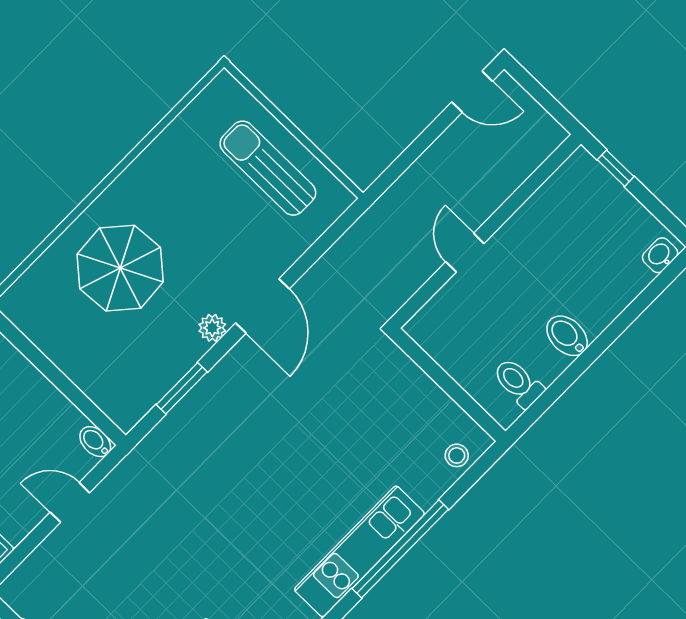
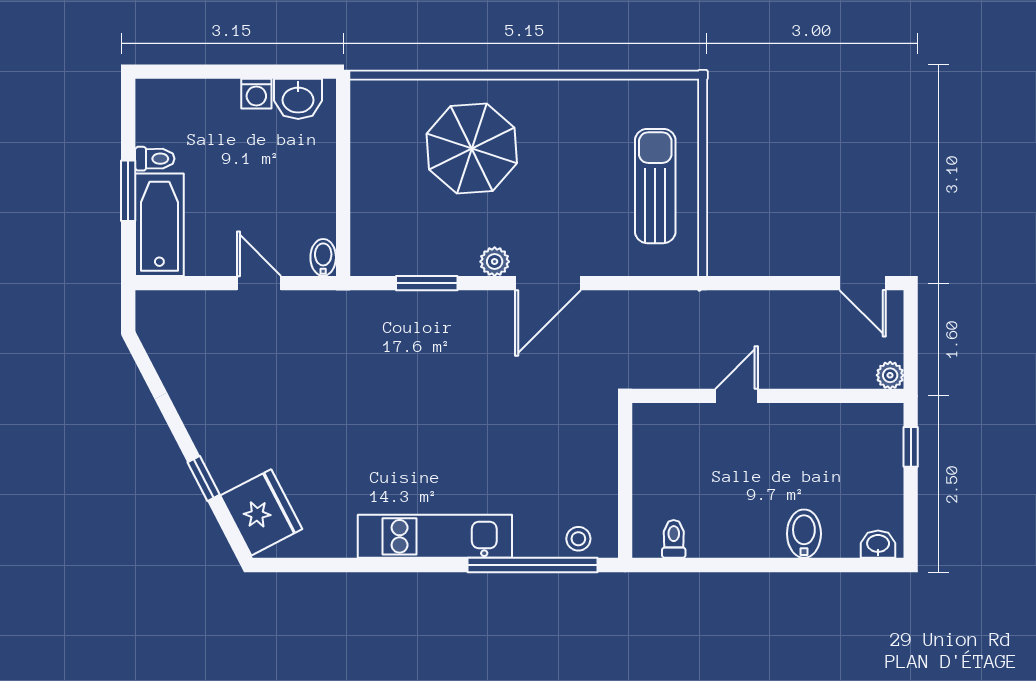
plant: (553, 134) -> (890, 375), added
bidet: (567, 336) -> (804, 534), moved
toilet: (518, 383) -> (674, 539), width x0.73, depth x0.72
window: (400, 549) -> (533, 565), moved

